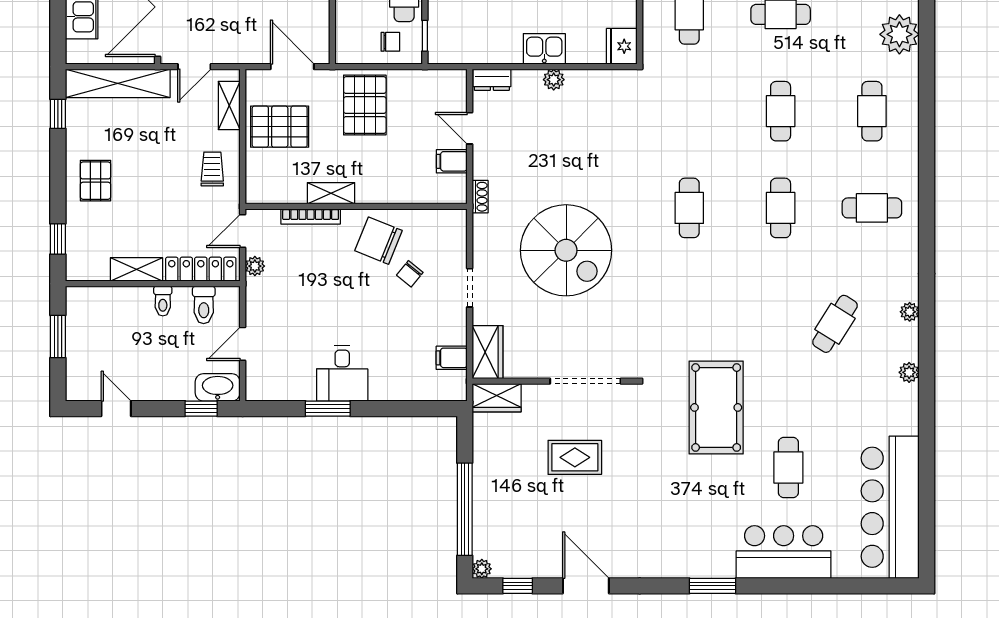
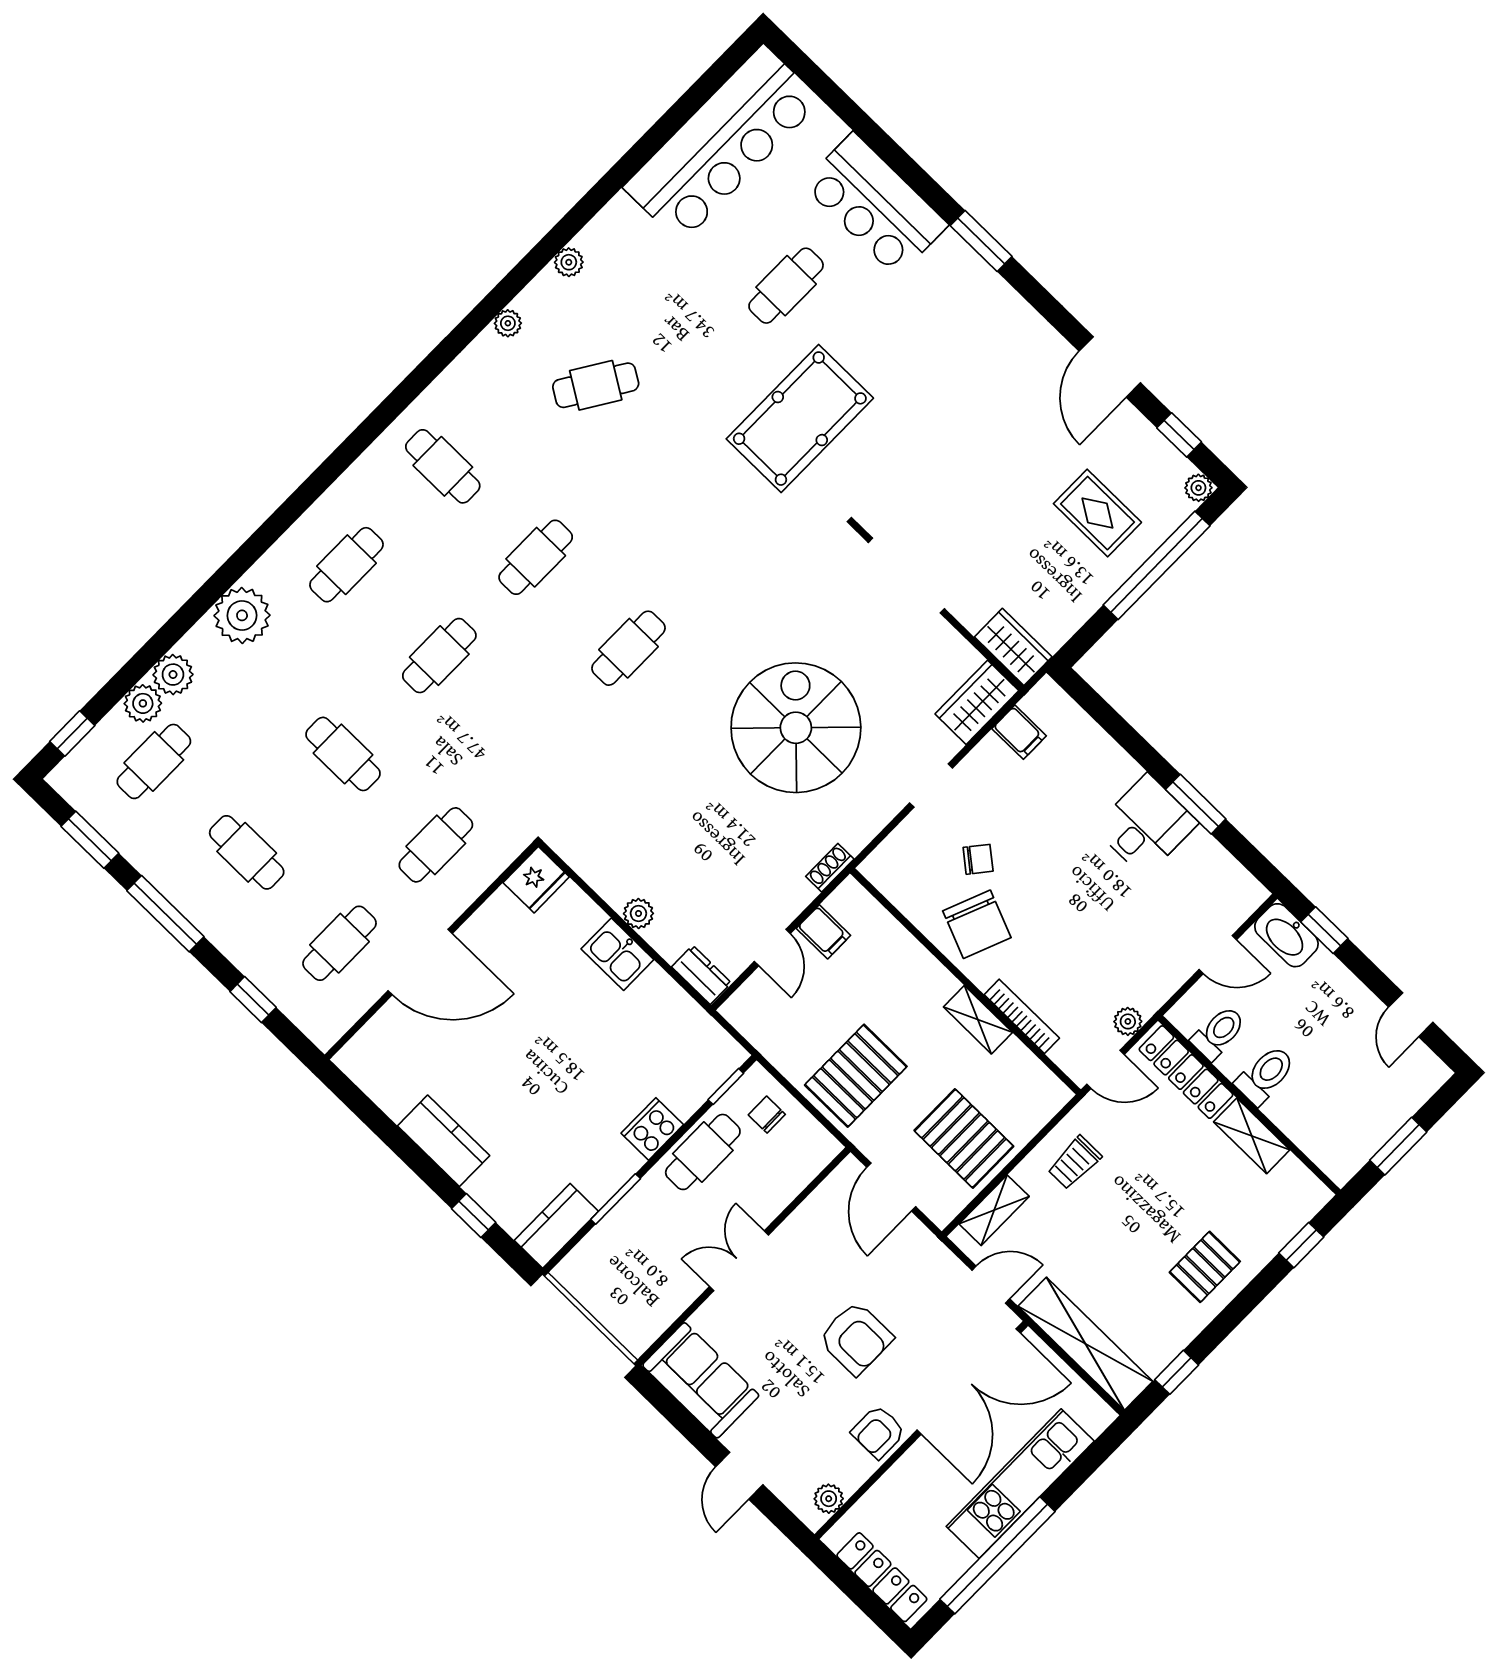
toilet: (163, 301) -> (1265, 1075), width x1.37, depth x1.39
rug: (575, 457) -> (1097, 513), moved

